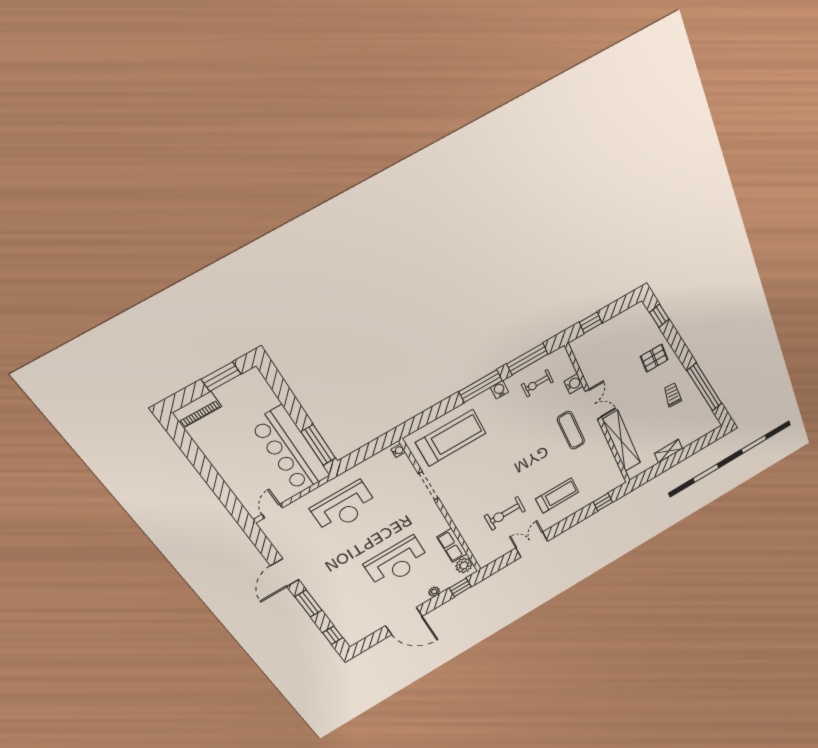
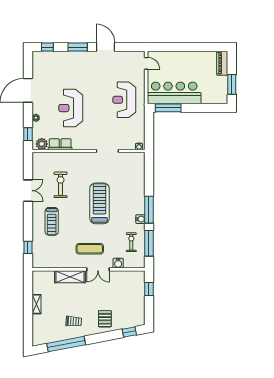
treadmill: (451, 438) -> (100, 203), moved, turned 180
shelving: (622, 441) -> (70, 277), width x0.68

